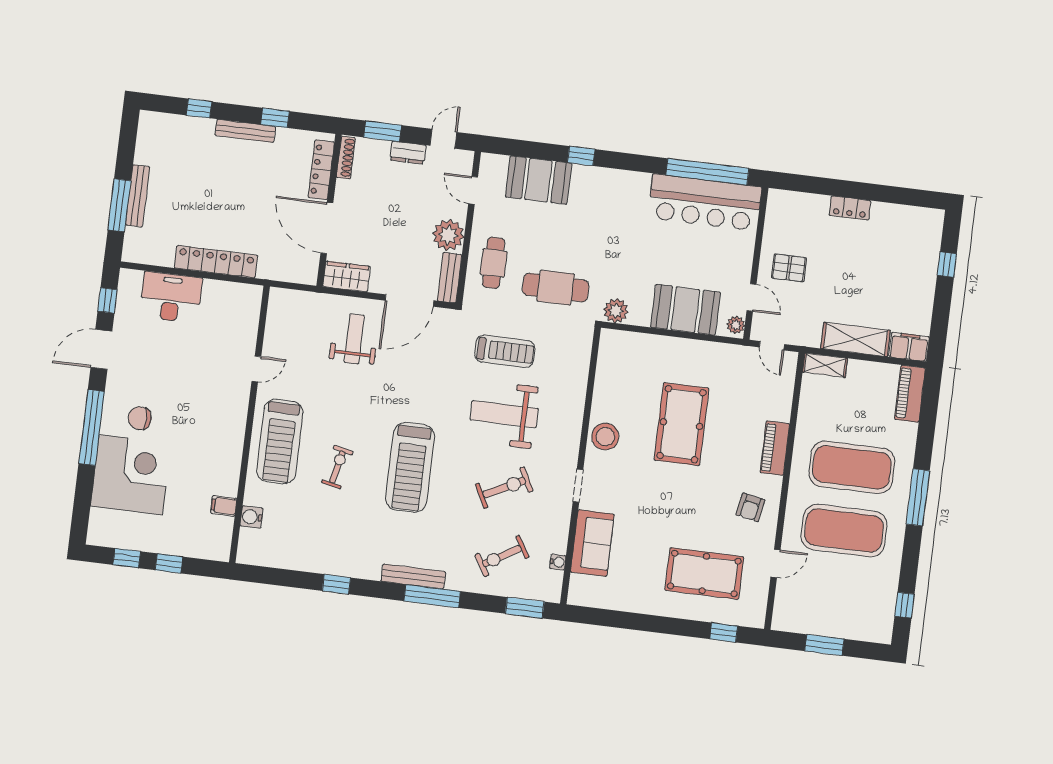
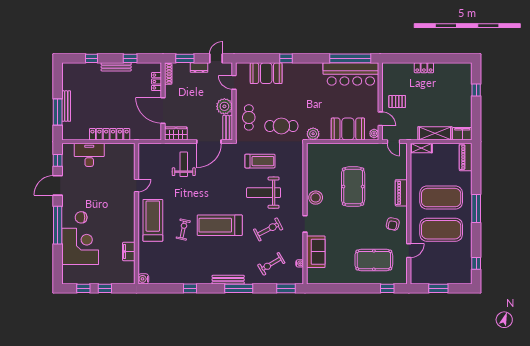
locker: (321, 170) -> (157, 82), width x0.66
treadmill: (280, 441) -> (153, 220), turned 180
treadmill: (410, 467) -> (220, 225), turned 90
filing cabinet: (224, 506) -> (129, 251), width x2.00
water cooler: (252, 517) -> (143, 279), moved

